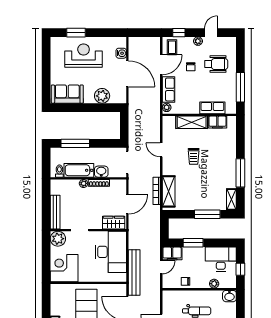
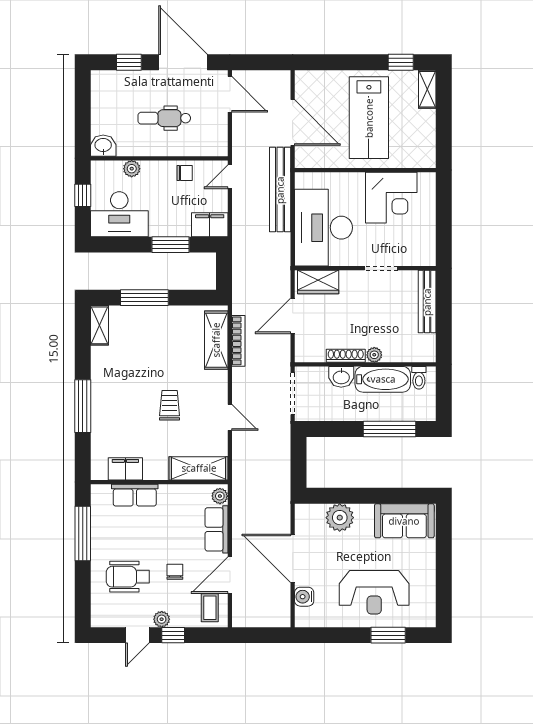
window: (179, 33) -> (173, 635), moved
shelving: (192, 122) -> (199, 468), moved
window: (240, 173) -> (83, 406), moved
plant: (58, 239) -> (422, 252), removed
door: (161, 267) -> (230, 177), moved
corner desk: (64, 268) -> (391, 198), moved

